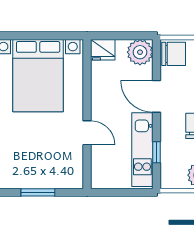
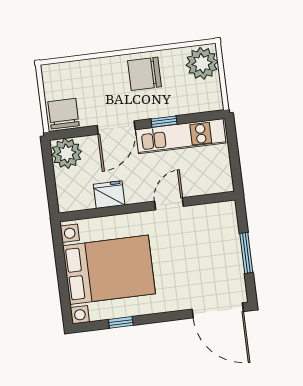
fridge: (103, 50) -> (109, 195), moved, turned -90
window: (156, 152) -> (164, 122), moved

